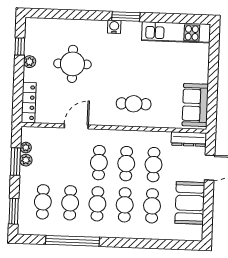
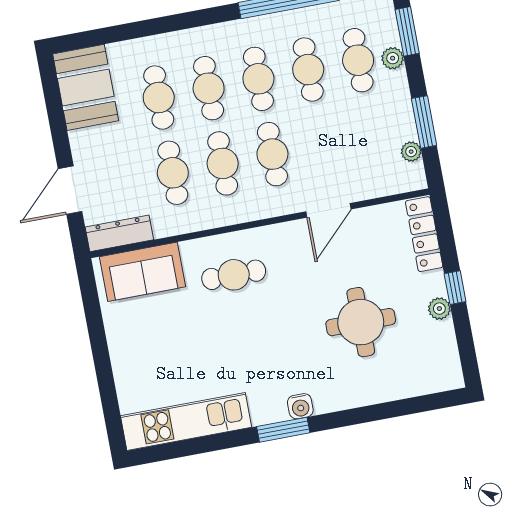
window: (20, 47) -> (455, 288), moved
sofa: (195, 105) -> (143, 272), moved, turned 90
plant: (26, 160) -> (393, 58), moved
booth: (190, 203) -> (86, 87), moved

